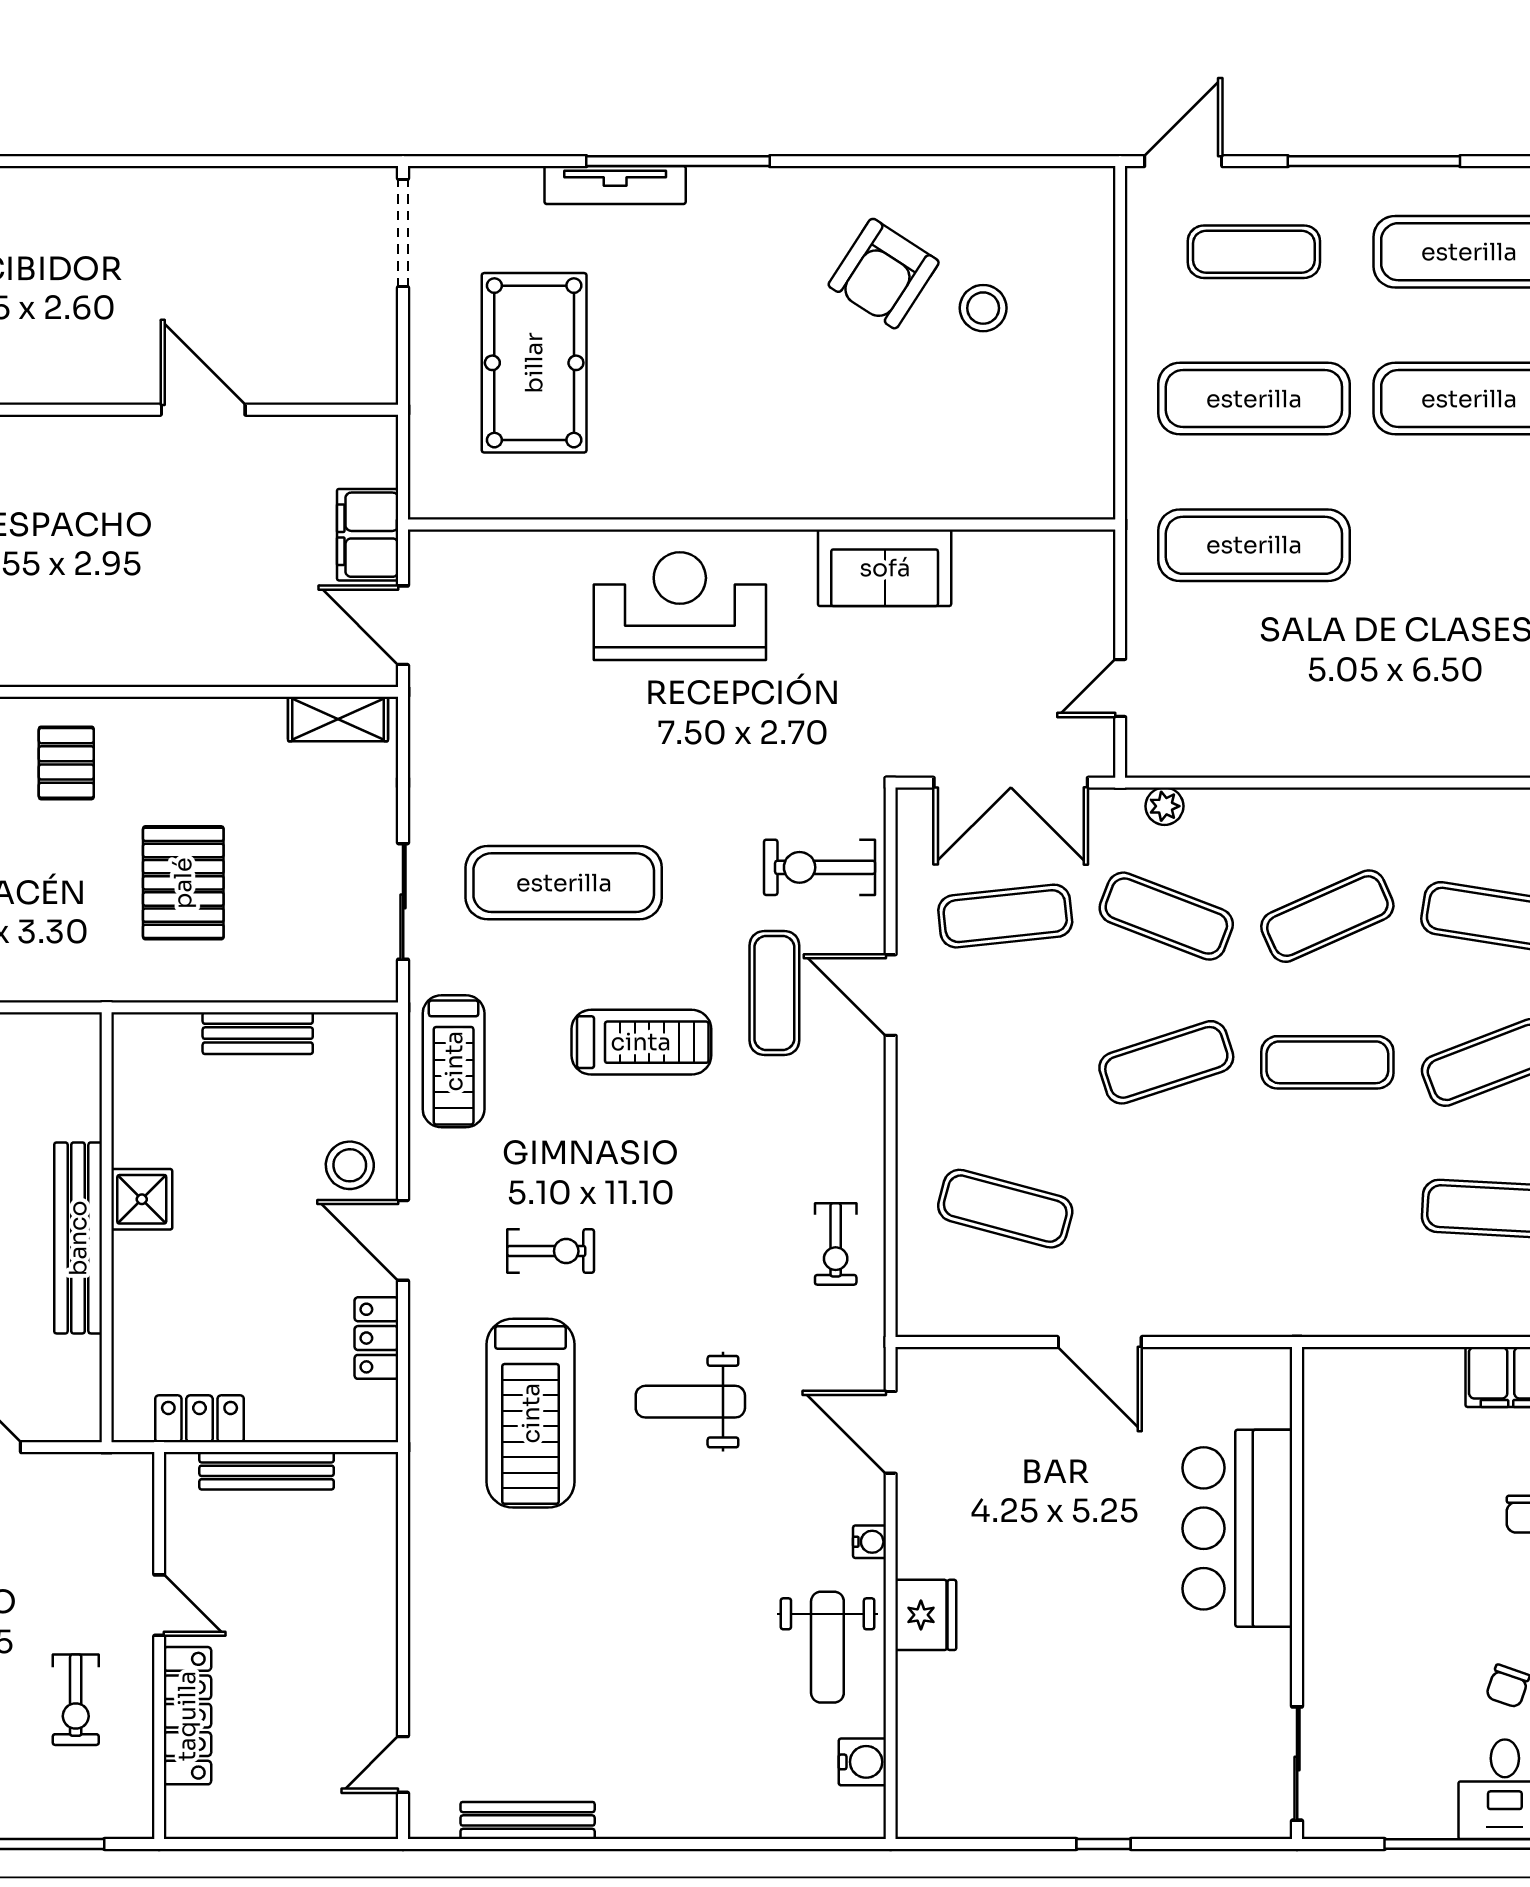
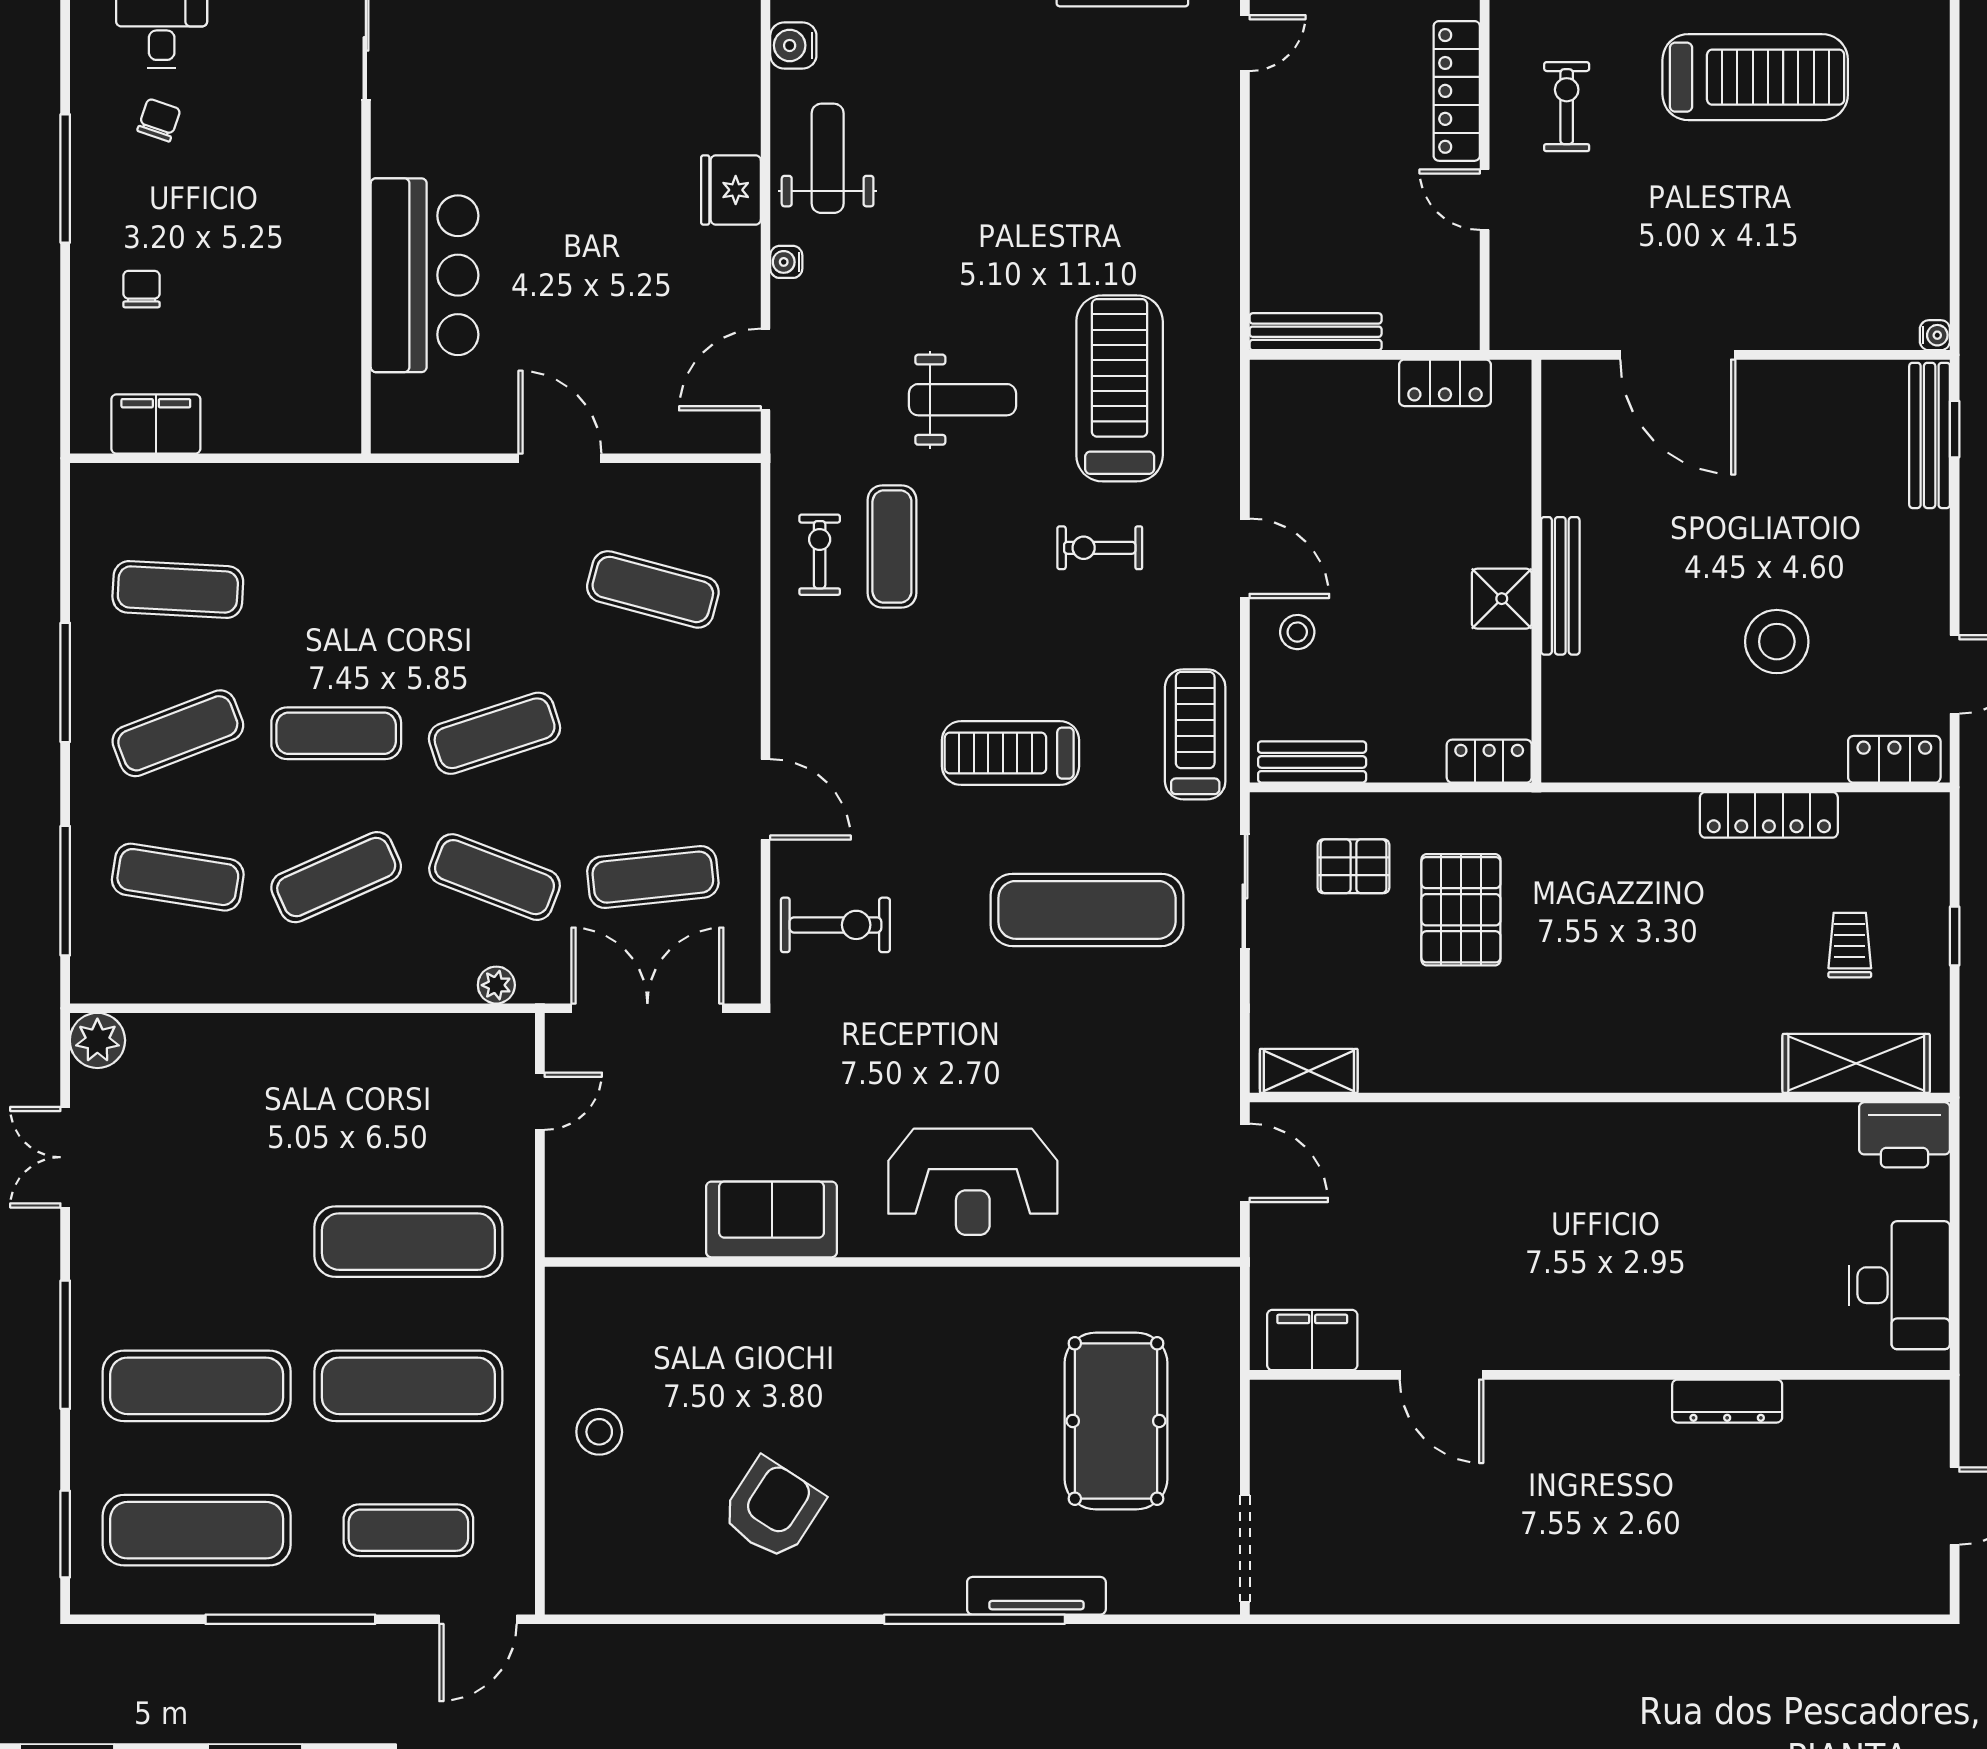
stool: (983, 308) -> (599, 1432), moved
filing cabinet: (368, 535) -> (1312, 1340), moved, turned -90
pallet: (66, 763) -> (1353, 866), moved, turned 90
exercise mat: (774, 993) -> (892, 546), moved
bench: (258, 1033) -> (1312, 762), moved
stool: (350, 1165) -> (1297, 632), width x0.73, depth x0.73
bench: (78, 1238) -> (1560, 586), width x0.73, depth x0.82
locker: (376, 1338) -> (1489, 761), moved, turned -90
door: (891, 1432) -> (765, 370), swing flipped
bench: (267, 1471) -> (1316, 332), moved

